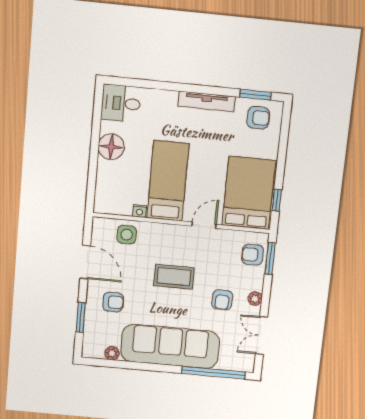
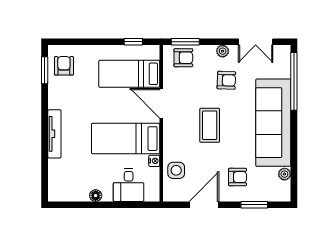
tv unit: (207, 101) -> (54, 134), moved
desk: (121, 103) -> (129, 185), moved
floor lamp: (111, 147) -> (96, 196), width x0.53, depth x0.53
bed: (249, 193) -> (129, 74), width x0.67
door: (204, 225) -> (161, 103), width x1.38
armchair: (253, 255) -> (183, 58), turned -90
armchair: (113, 302) -> (238, 177), turned 90

